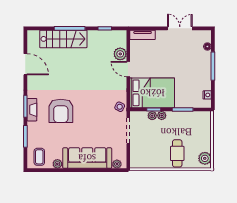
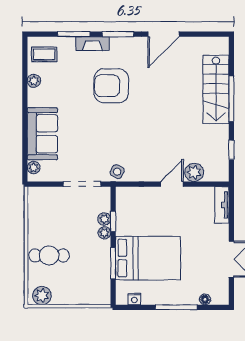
door: (25, 64) -> (163, 34), moved
bed: (152, 93) -> (148, 258), moved, turned -90
fireplace: (32, 110) -> (92, 44), moved
sofa: (87, 158) -> (42, 134), width x0.73

